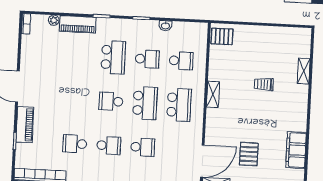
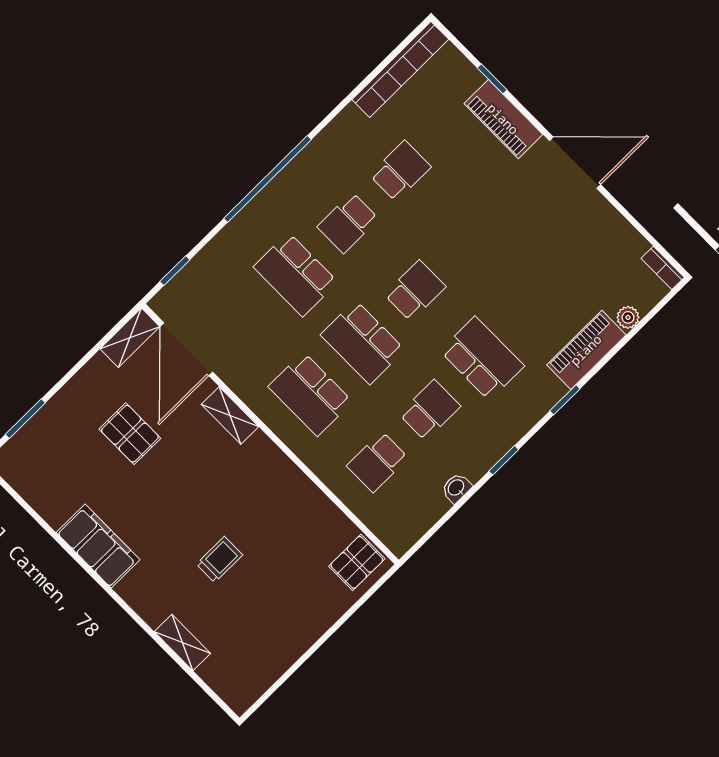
school desk: (113, 57) -> (482, 358), turned 180
school desk: (147, 59) -> (430, 410), turned 180
shelving: (213, 94) -> (230, 415), moved
school desk: (143, 147) -> (296, 275), width x1.85
filing cabinet: (296, 150) -> (98, 546), moved

